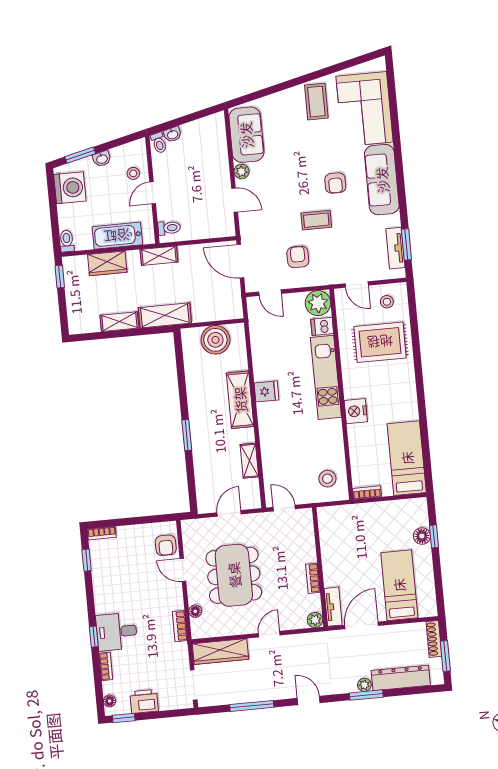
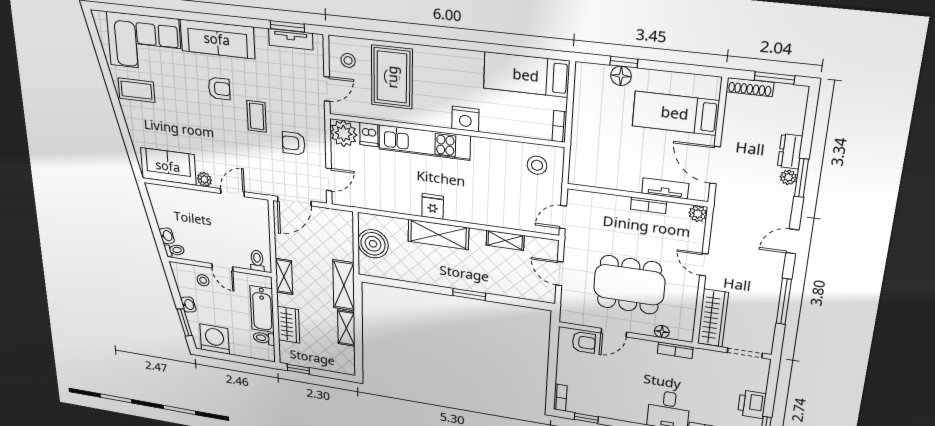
toilet: (67, 241) -> (264, 338), moved
tv unit: (333, 607) -> (665, 188), moved
dresser: (401, 678) -> (790, 151), width x0.51, depth x0.80

